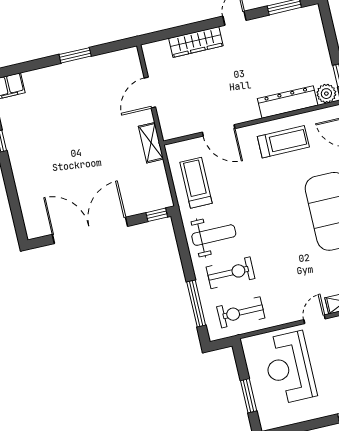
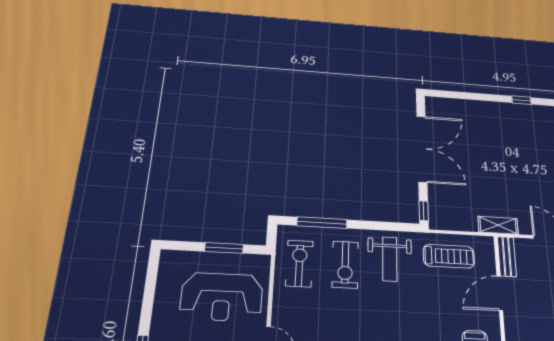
bench: (181, 129) -> (507, 257), added
reception desk: (289, 368) -> (222, 297), turned 180
window: (249, 396) -> (224, 248), moved

